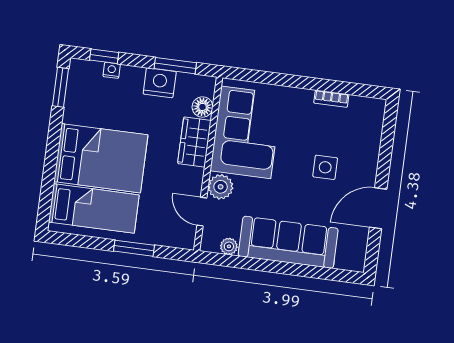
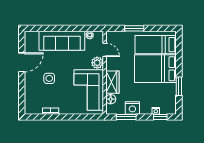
window: (60, 87) -> (179, 86), moved

